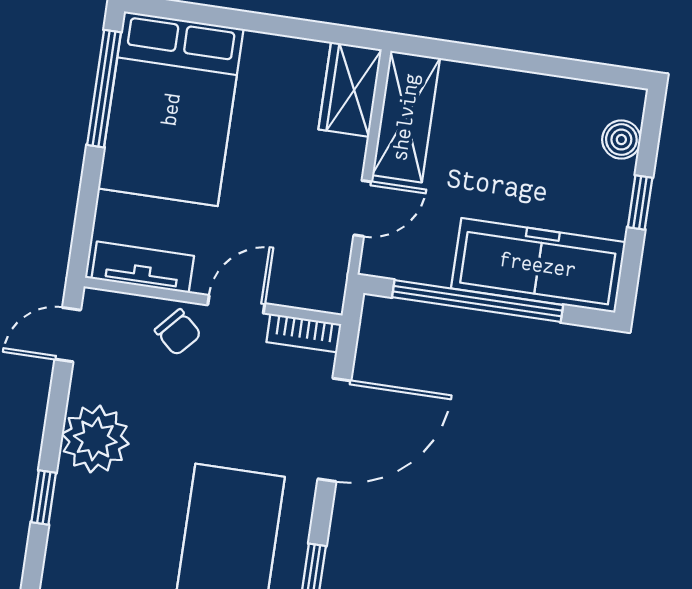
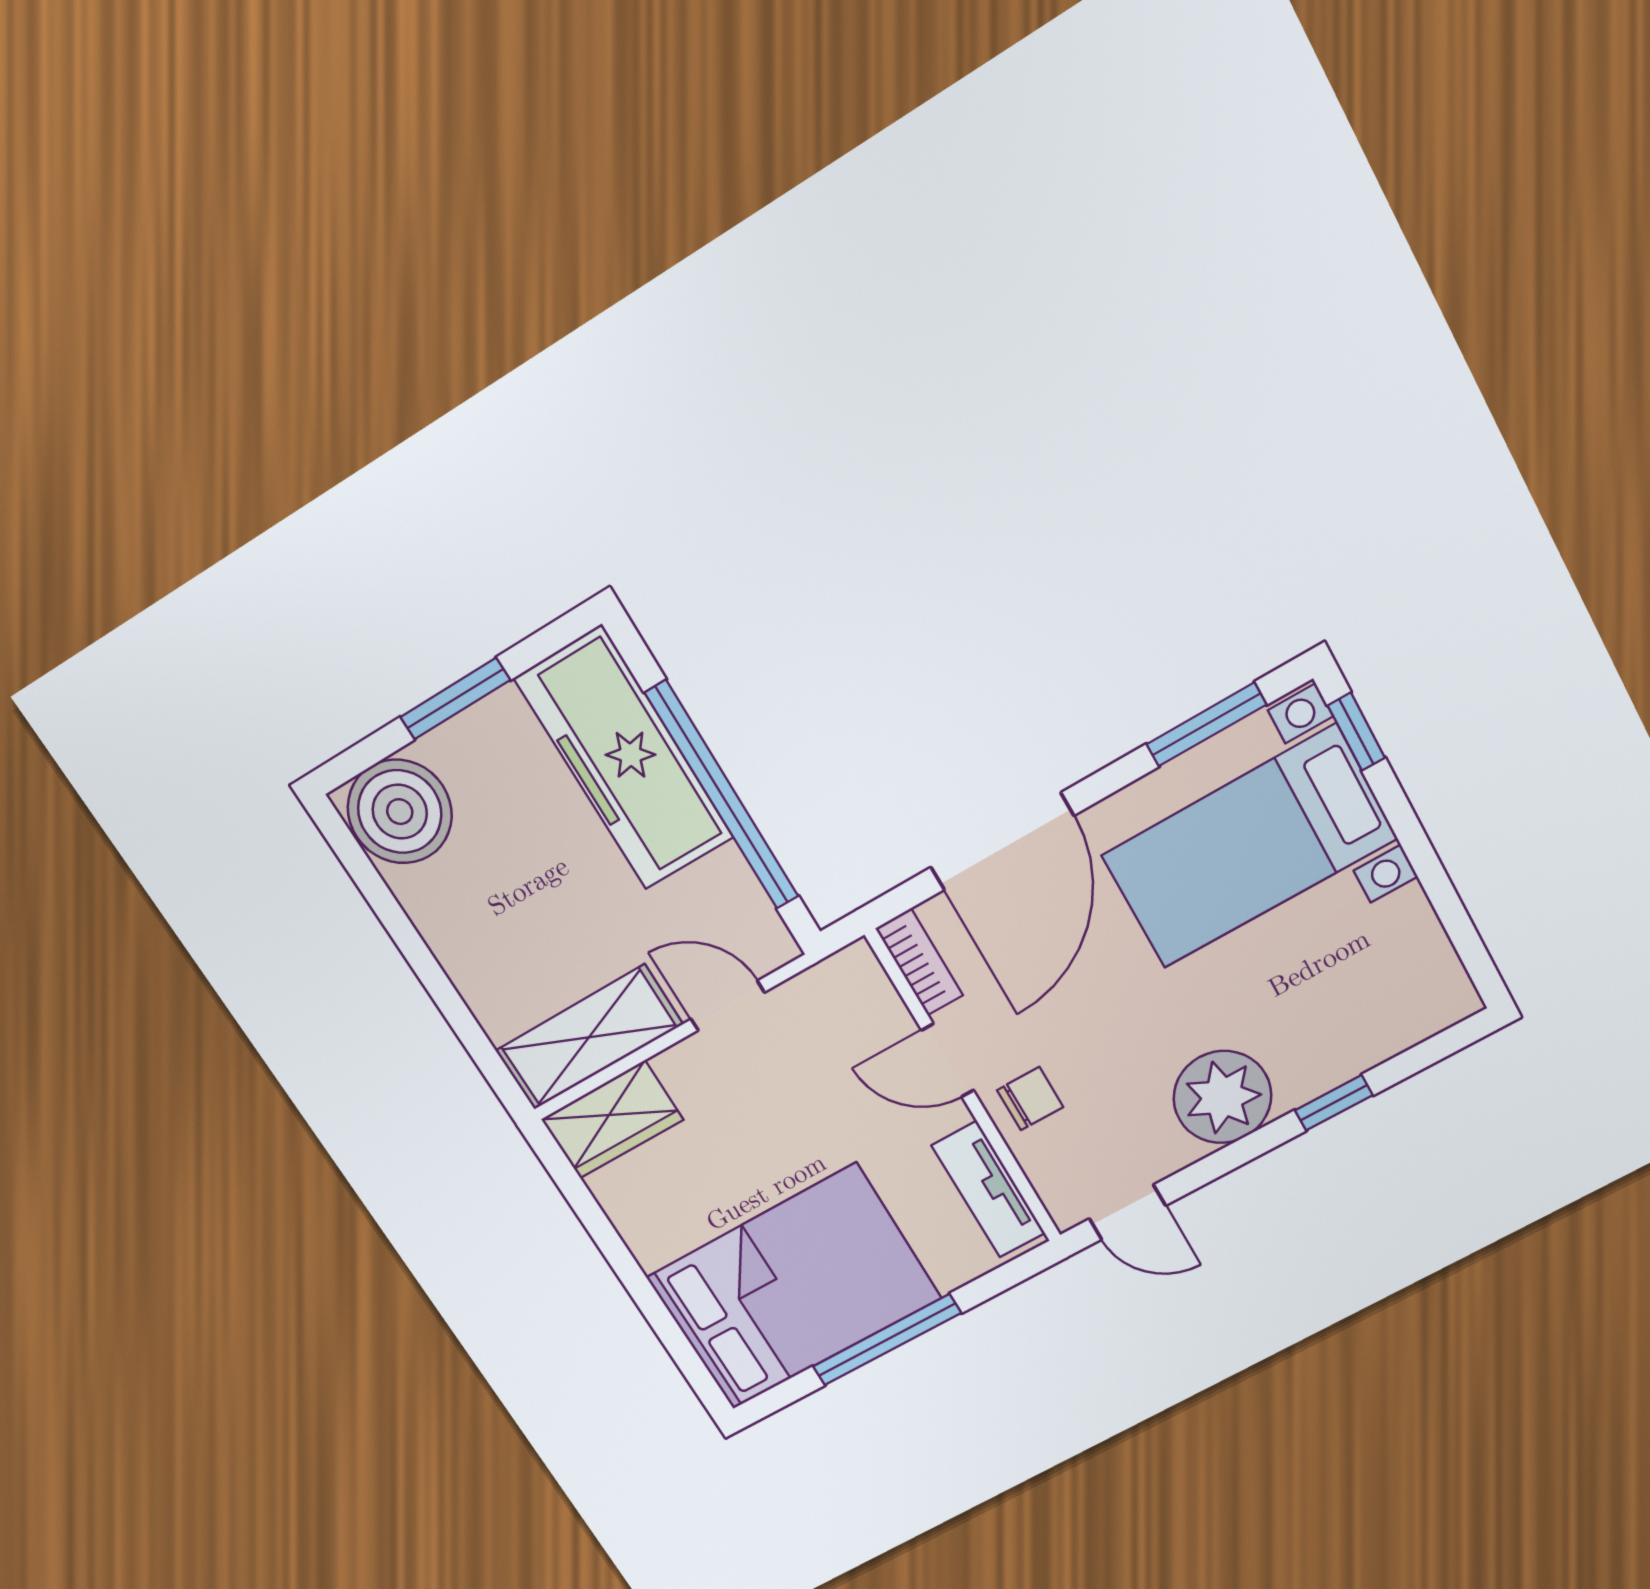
window: (104, 89) -> (887, 1340), moved
boiler: (621, 140) -> (400, 812), width x1.86, depth x1.86
window: (640, 202) -> (455, 699), width x1.50
chair: (178, 332) -> (1030, 1099), turned 48
door: (334, 430) -> (1002, 842), swing flipped

